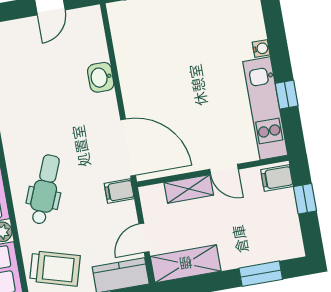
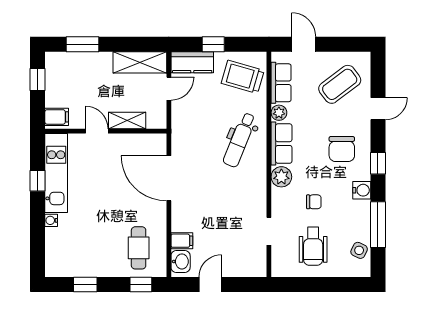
cafe table: (147, 33) -> (139, 248), added
washbasin: (101, 77) -> (181, 261), moved
door: (128, 147) -> (169, 178), moved
filing cabinet: (119, 191) -> (182, 241), moved
window: (305, 199) -> (38, 79), moved

